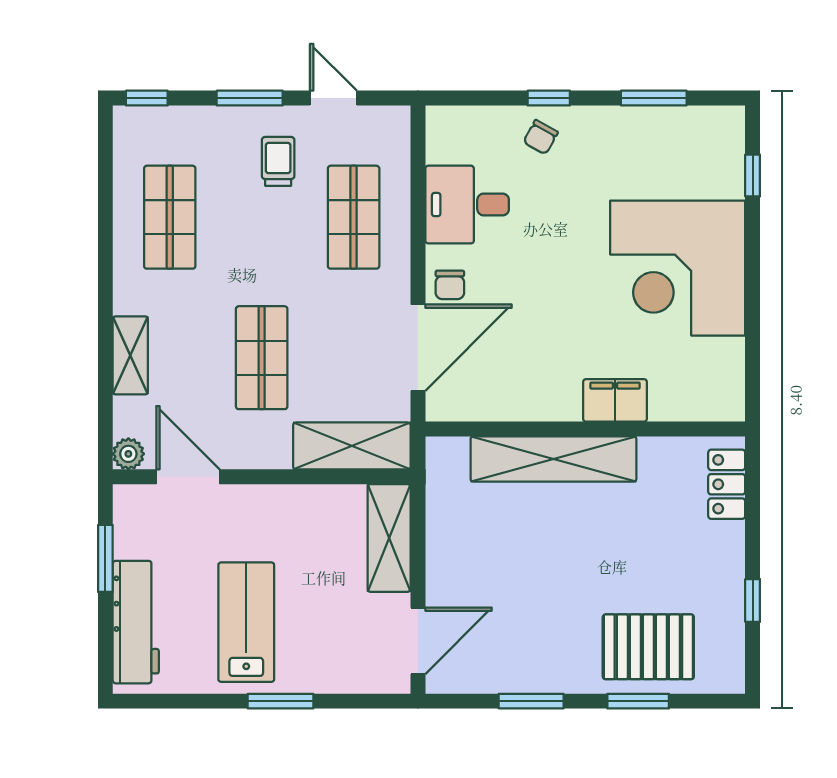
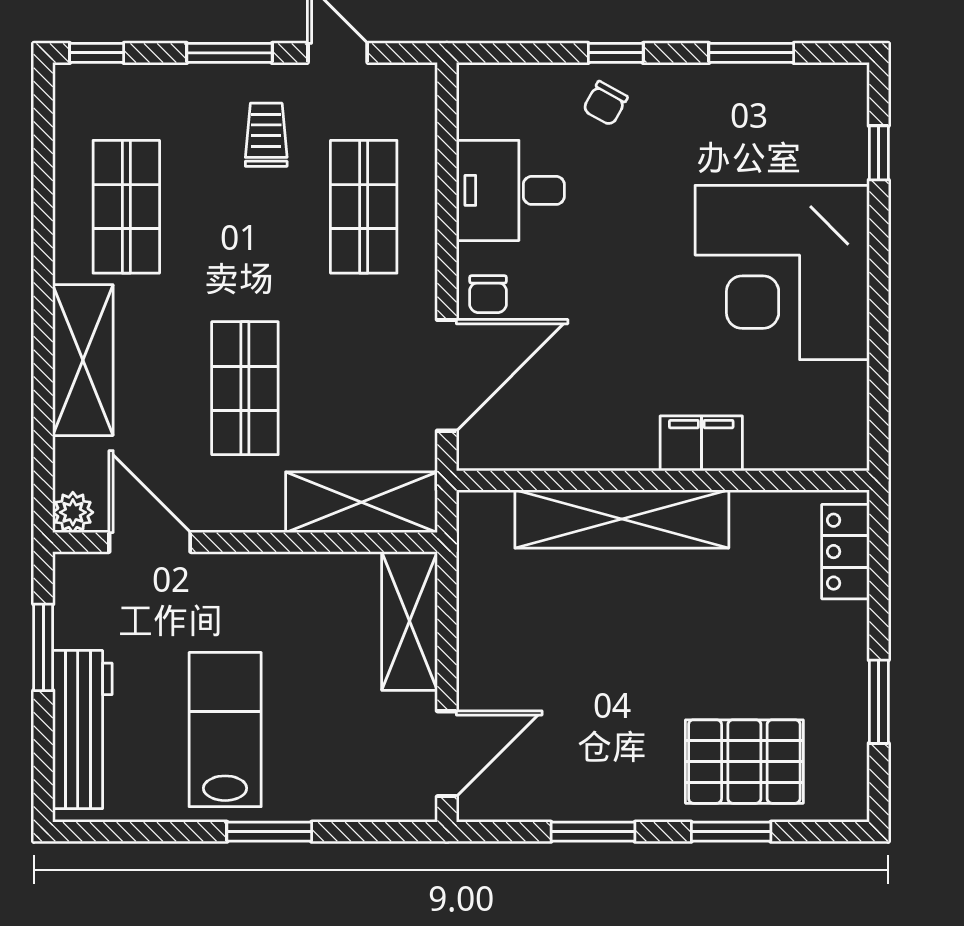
shelving: (130, 355) -> (83, 360), width x1.50, depth x1.33
window: (753, 600) -> (879, 702), width x1.50

